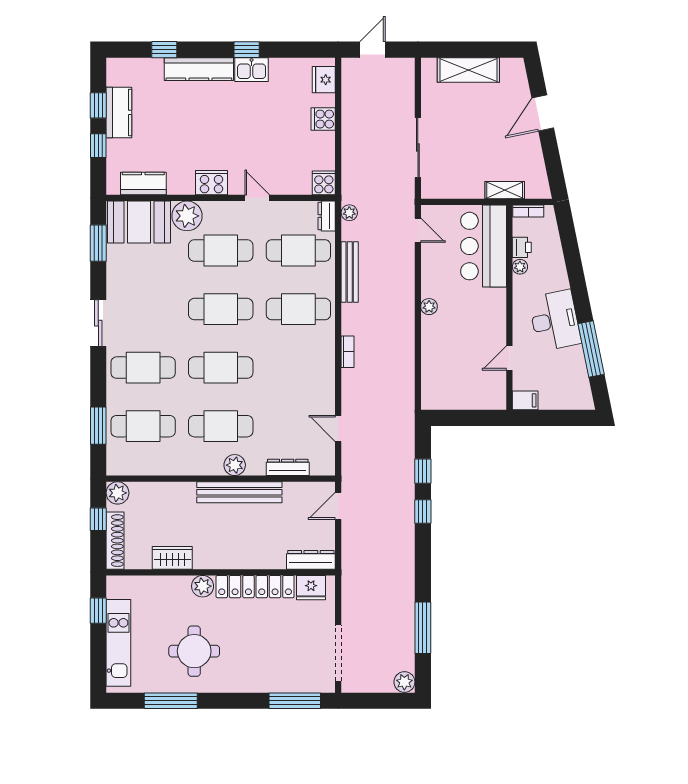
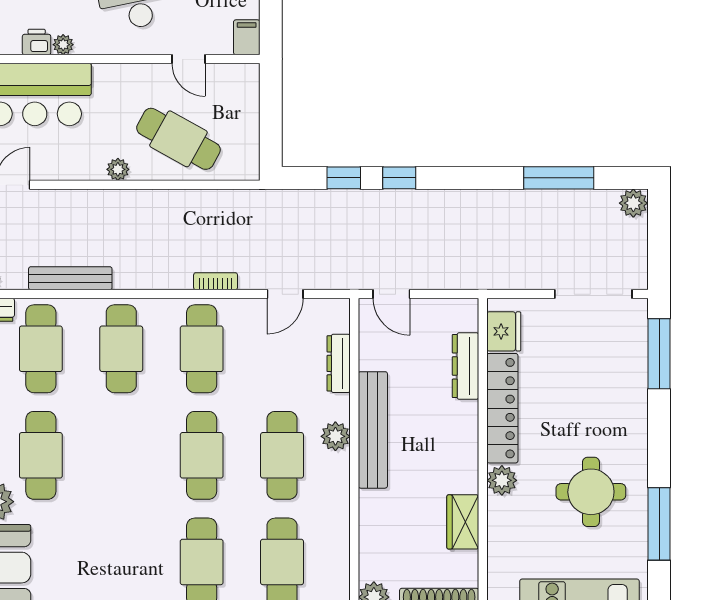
cafe table: (221, 309) -> (202, 349), moved
cafe table: (451, 351) -> (178, 139), added
bookcase: (348, 352) -> (216, 281), moved
dresser: (311, 560) -> (466, 366), moved

